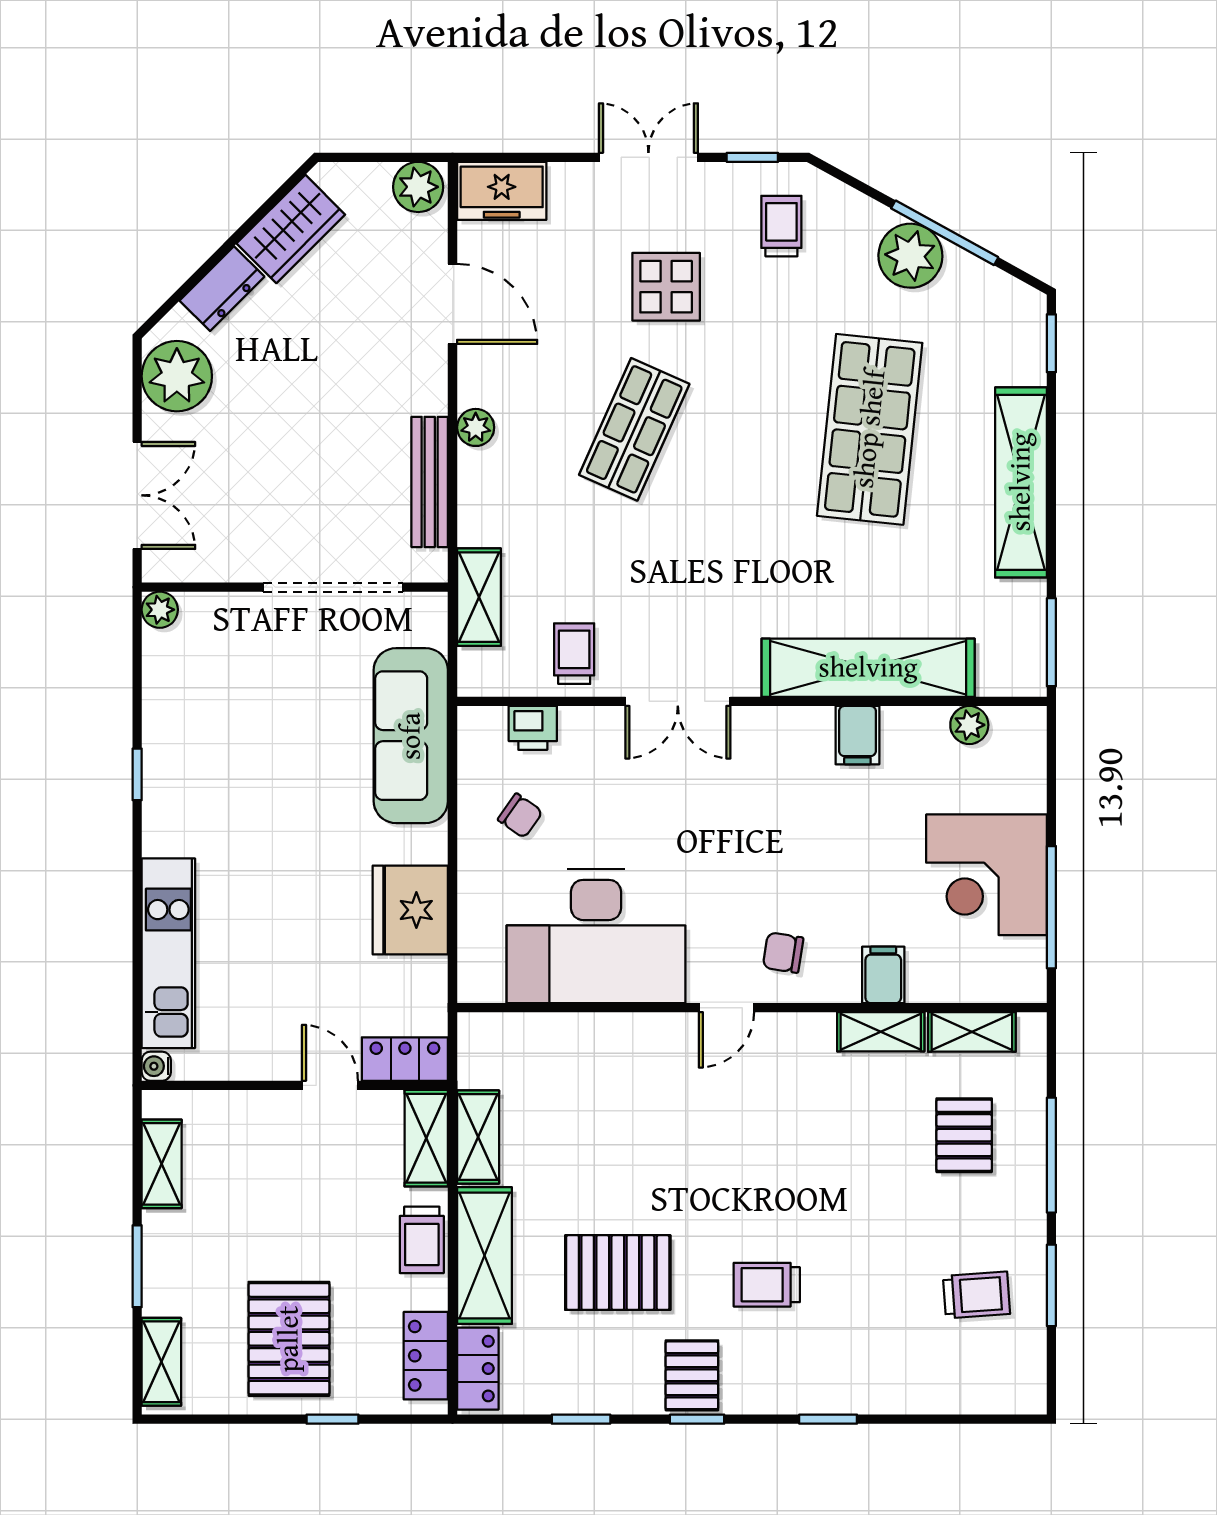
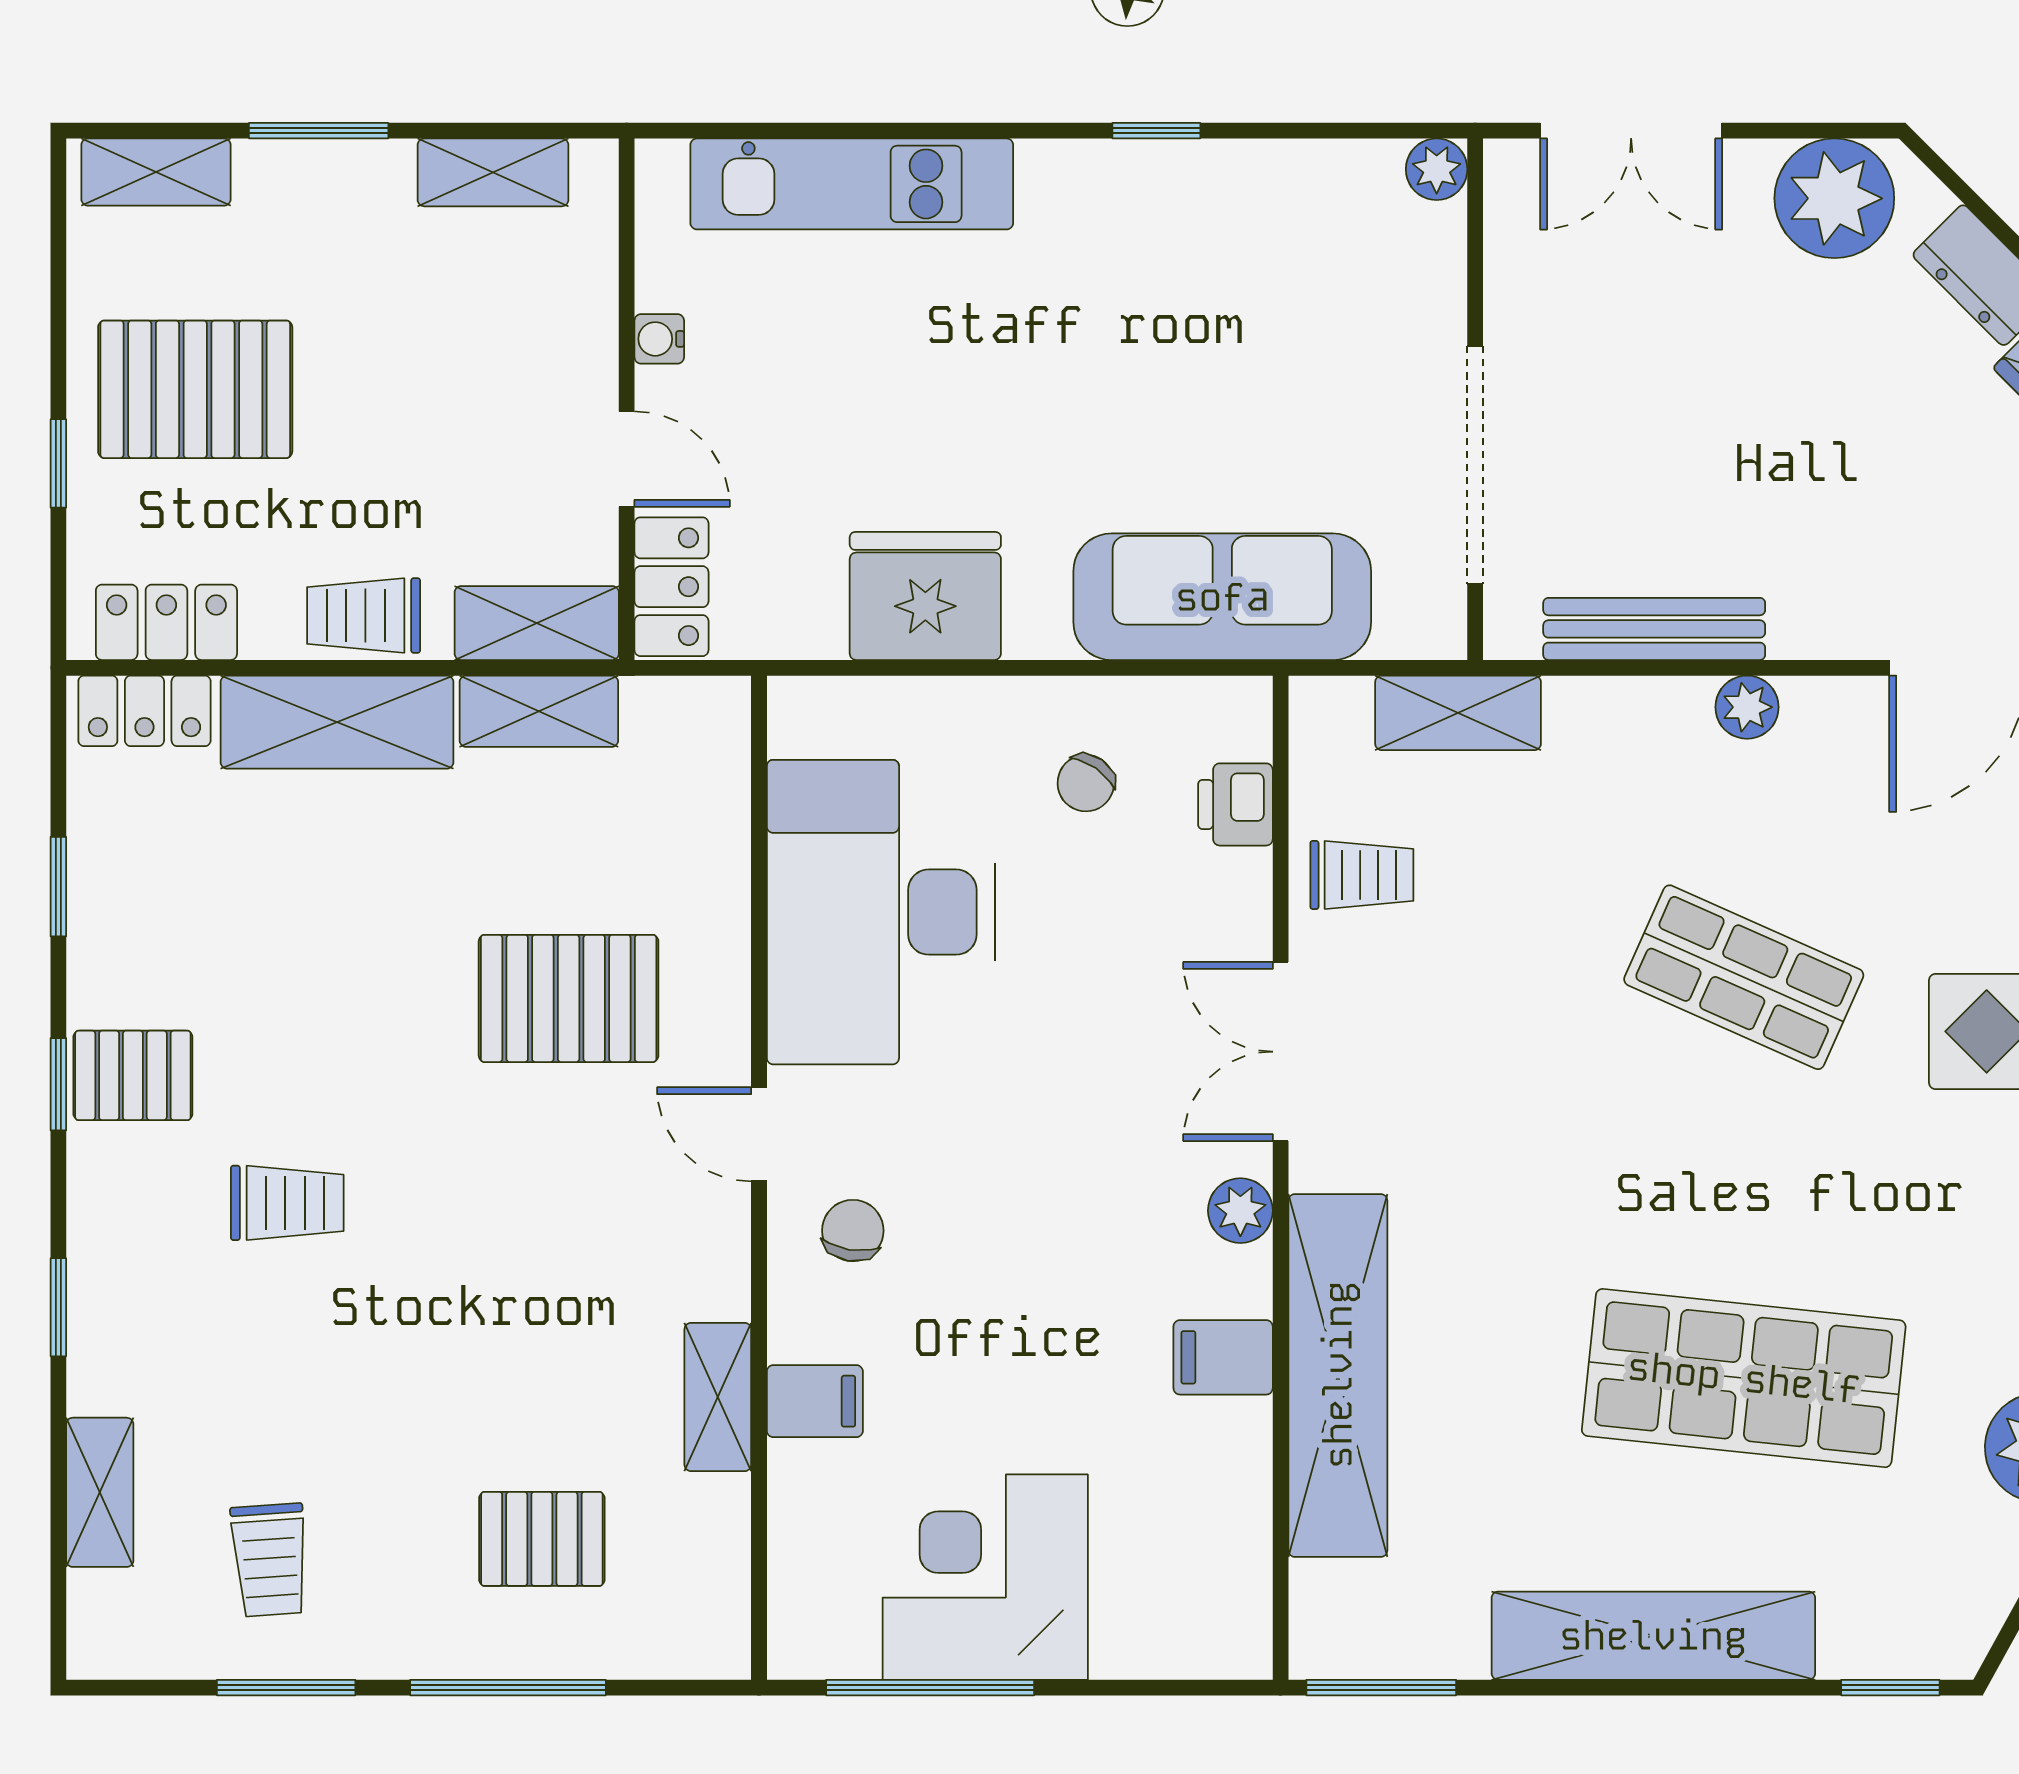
plant: (969, 725) -> (1240, 1211), moved
shelving: (972, 1032) -> (100, 1492), moved
water cooler: (156, 1066) -> (659, 339), moved, turned -90
door: (330, 1085) -> (627, 459), hinge flipped
pallet: (618, 1273) -> (569, 998), moved, turned 90
trolley: (767, 1285) -> (287, 1203), turned 90

